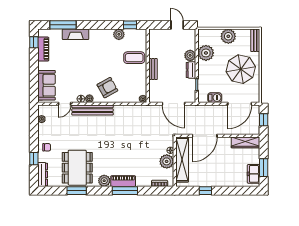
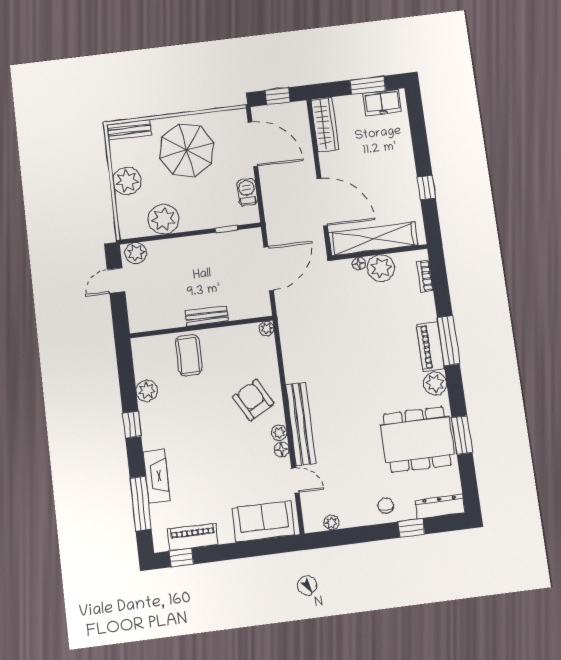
window: (130, 25) -> (132, 425), moved
plant: (190, 55) -> (136, 253), moved
dresser: (191, 70) -> (200, 243), removed

